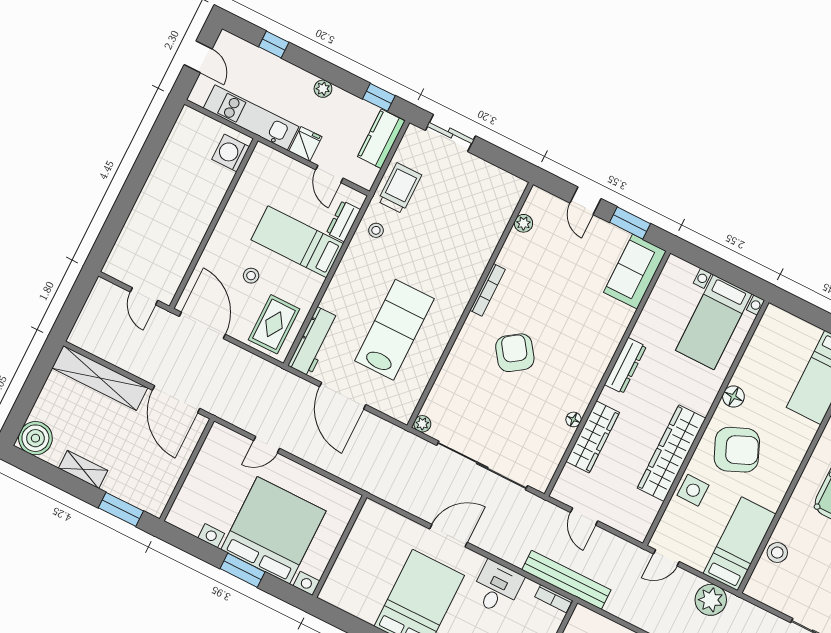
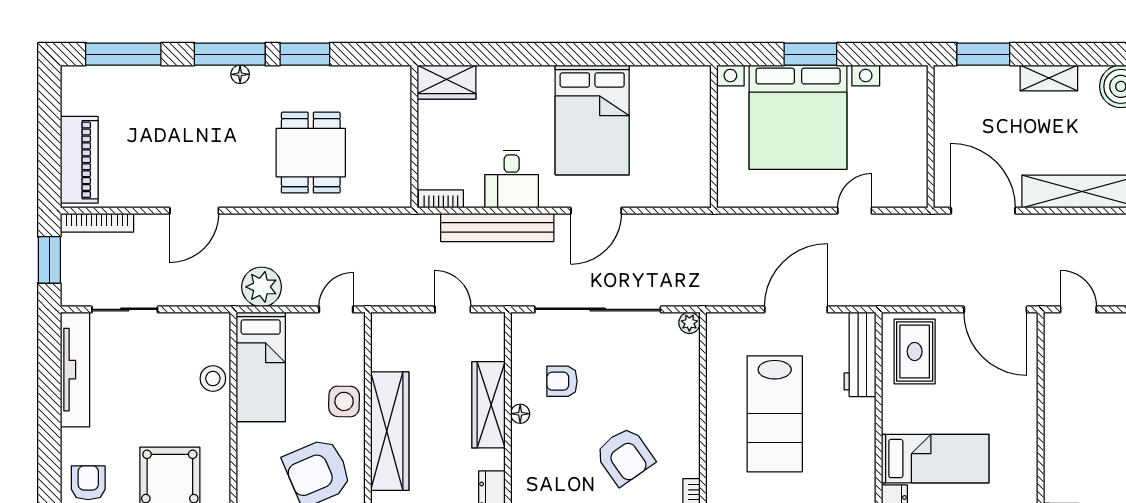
stool: (251, 276) -> (968, 394), removed
door: (343, 396) -> (796, 309), hinge flipped
armchair: (532, 428) -> (562, 381), added
bench: (566, 580) -> (497, 227), moved

